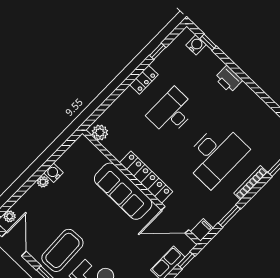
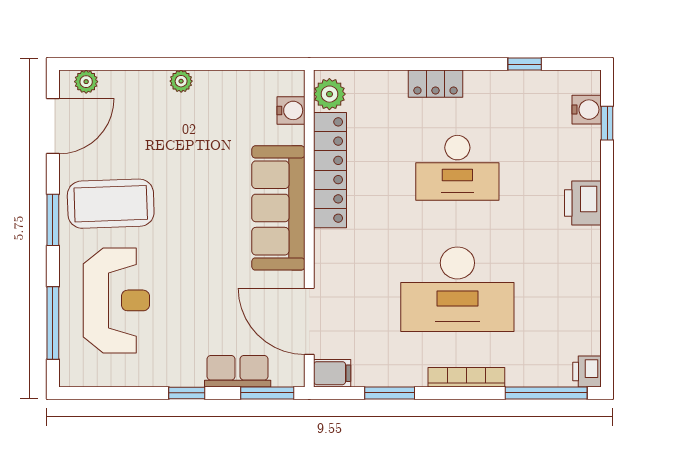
locker: (144, 80) -> (436, 84), moved
desk: (172, 112) -> (457, 168), turned 180
water cooler: (54, 173) -> (291, 110), moved, turned 90
locker: (146, 177) -> (330, 170), moved
window: (186, 260) -> (267, 393), width x1.50

